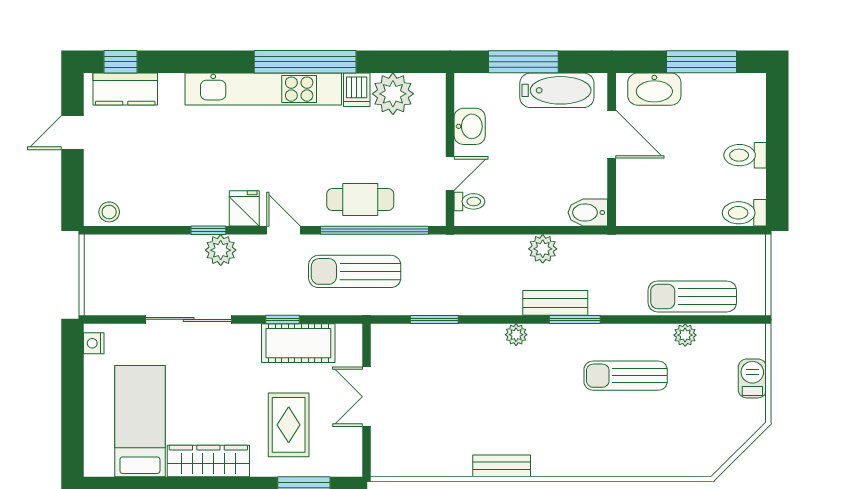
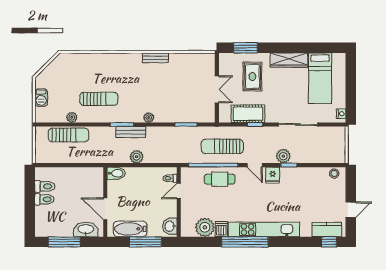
washbasin: (470, 126) -> (170, 226), moved
toilet: (744, 213) -> (45, 186), moved
sun lounger: (355, 271) -> (222, 146), turned 180

